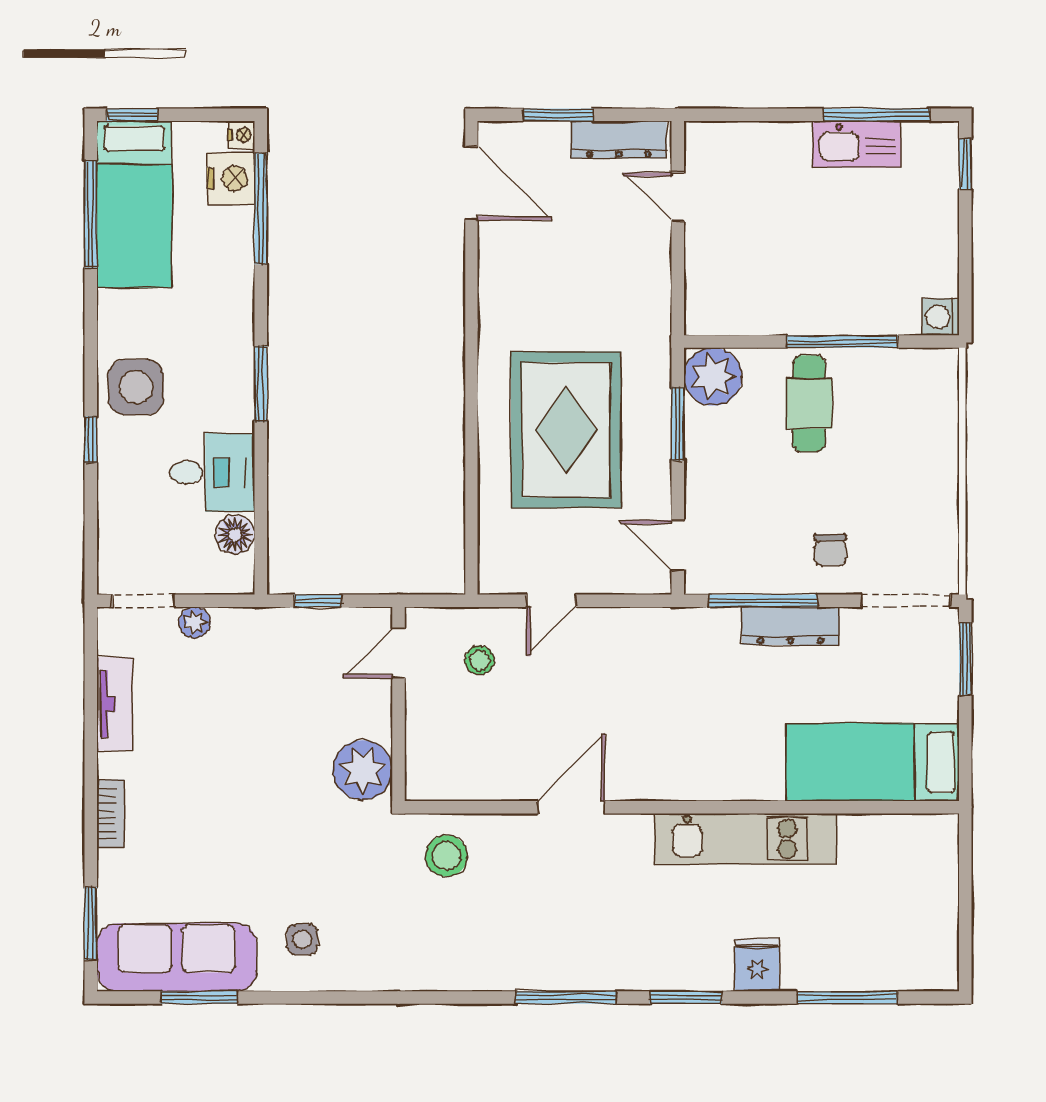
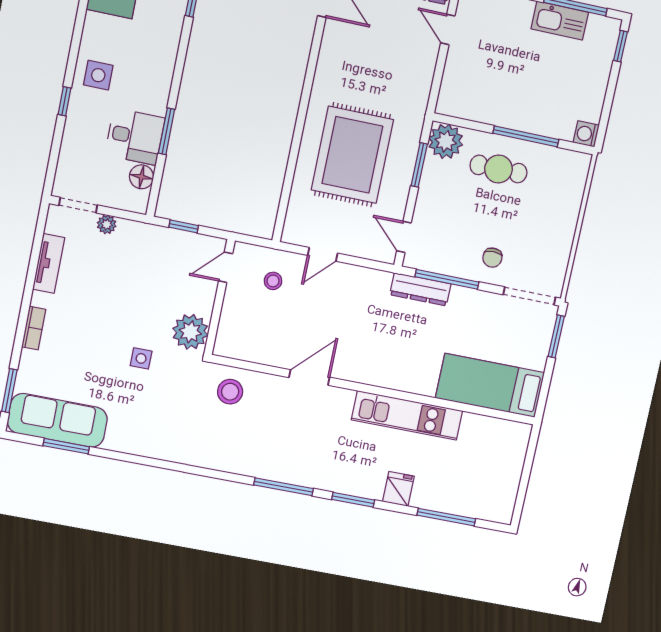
window: (261, 384) -> (167, 131), moved
side table: (136, 387) -> (98, 75), width x0.73, depth x0.73
cafe table: (809, 404) -> (498, 169), turned 90
dresser: (790, 626) -> (420, 289), moved
side table: (302, 939) -> (141, 358), moved

